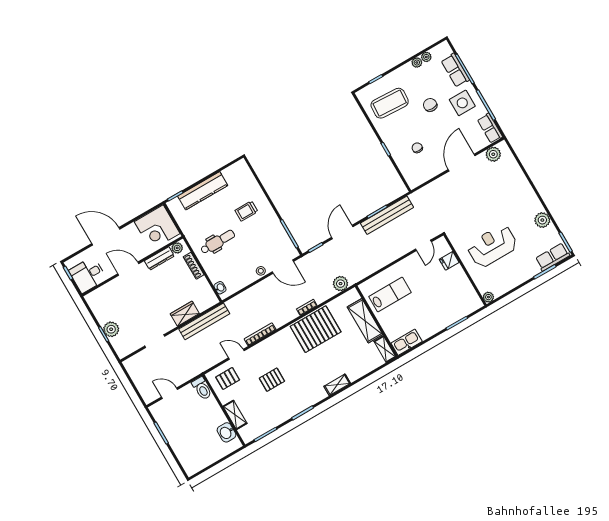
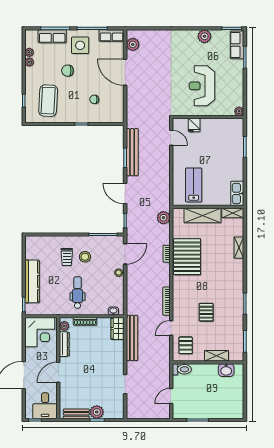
stool: (257, 229) -> (85, 257), added
bench: (98, 310) -> (76, 414), added
wardrobe: (185, 314) -> (117, 329), moved
shelving: (337, 385) -> (239, 248), moved

